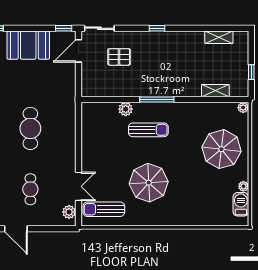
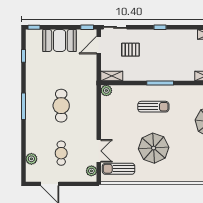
shelving: (95, 91) -> (112, 76), added
plant: (126, 109) -> (106, 90), moved

